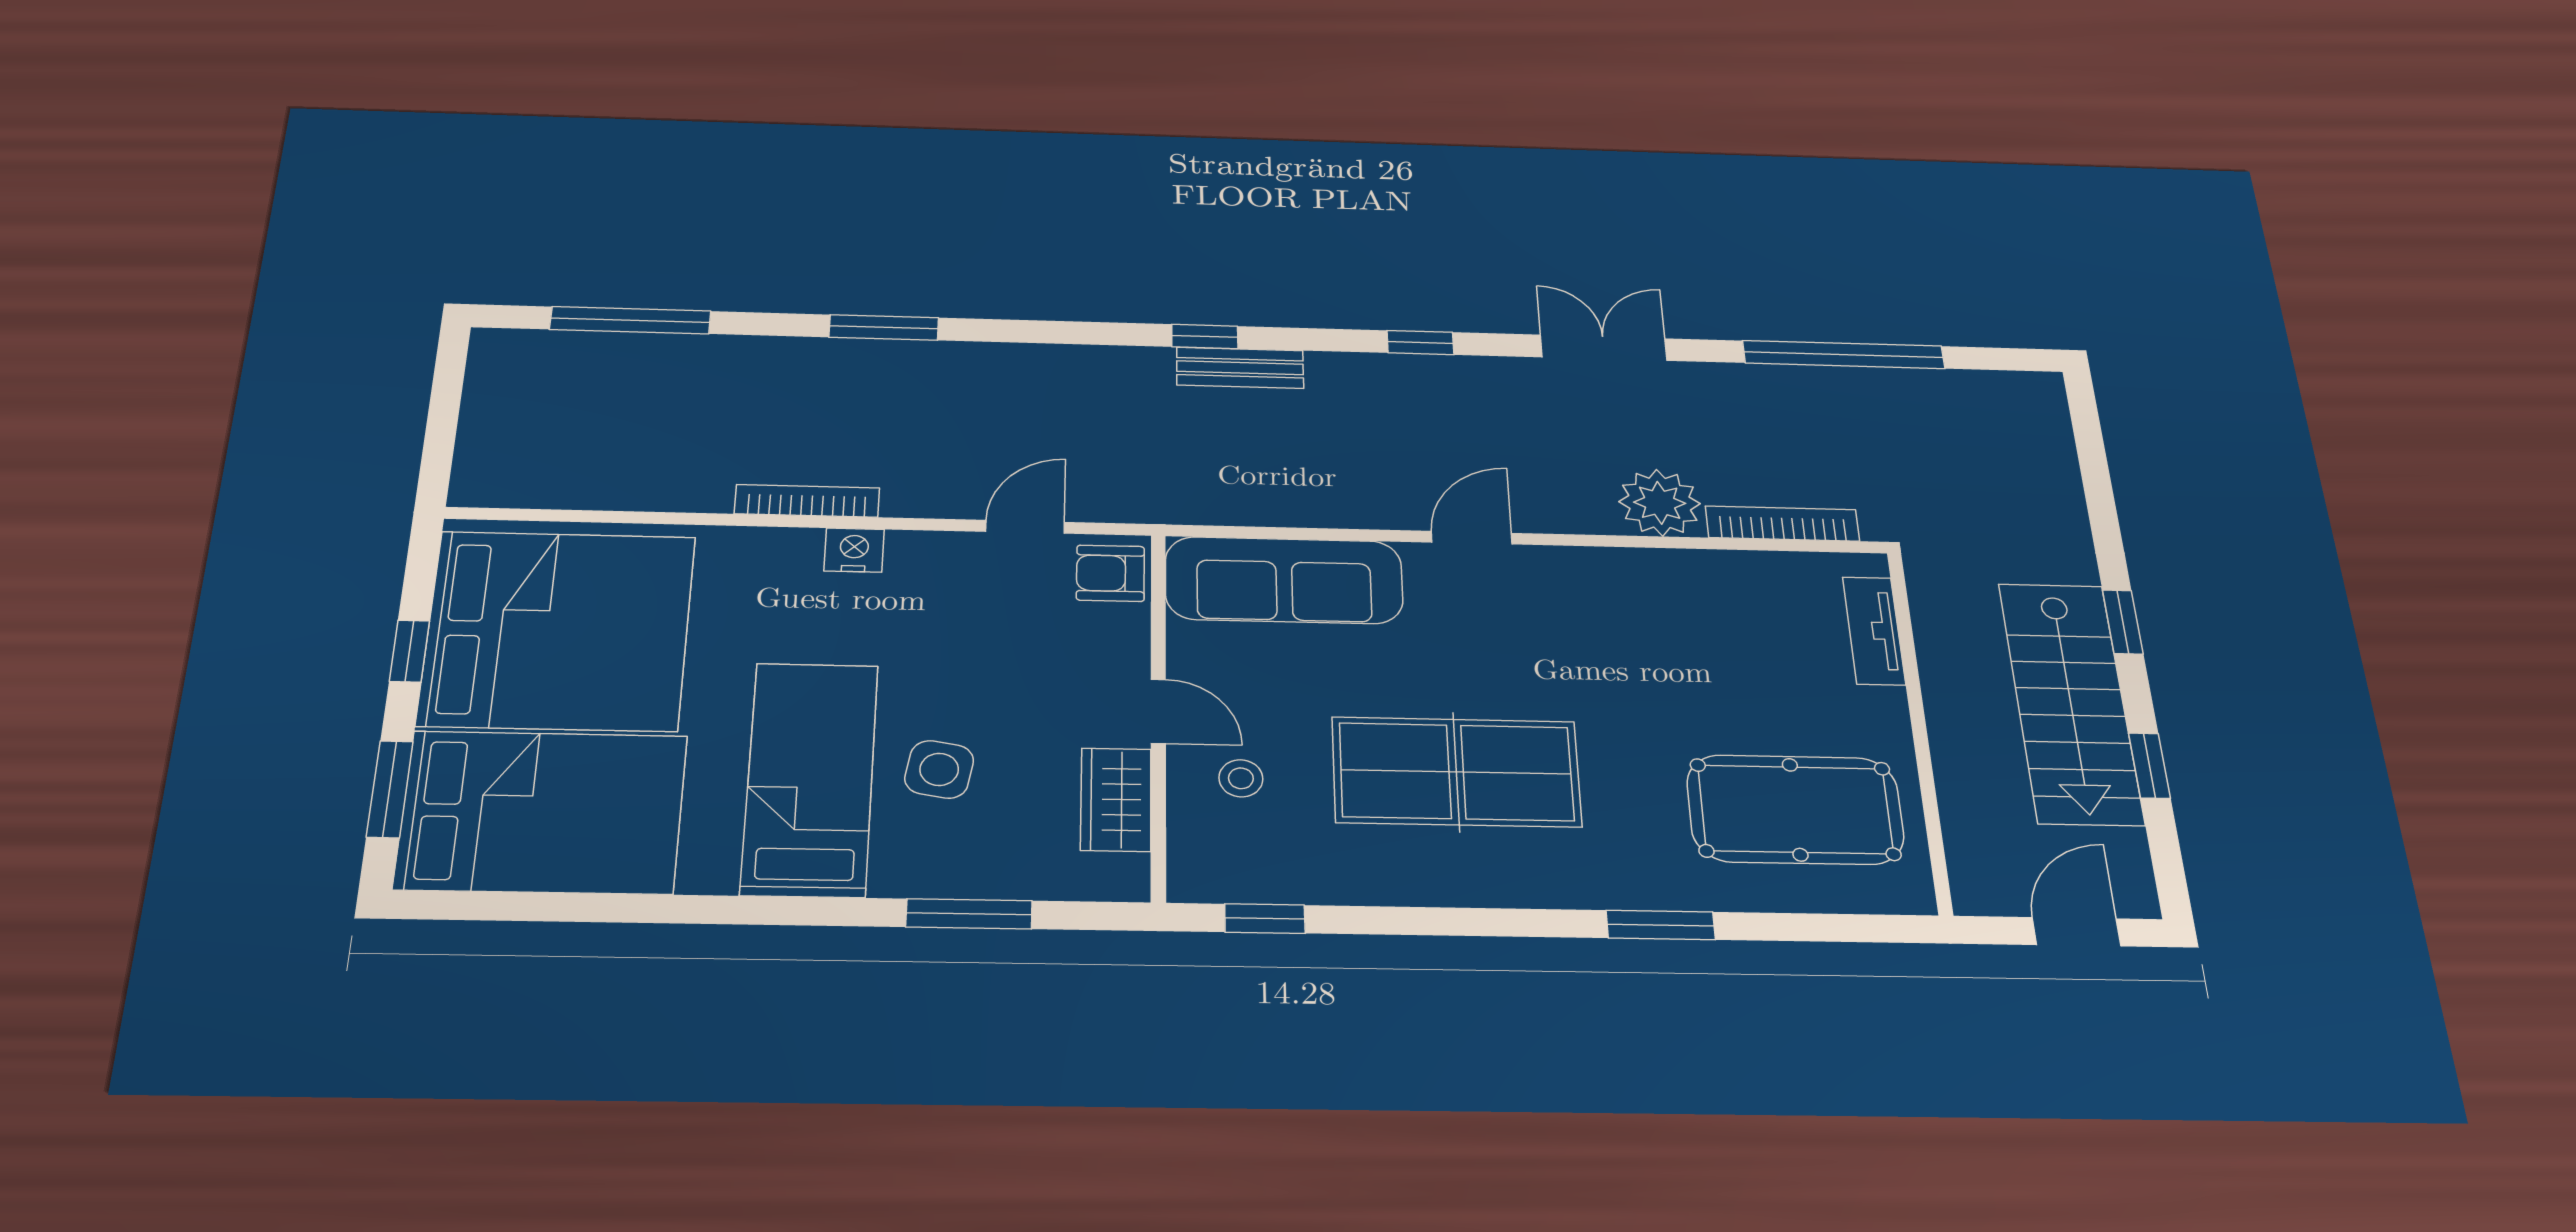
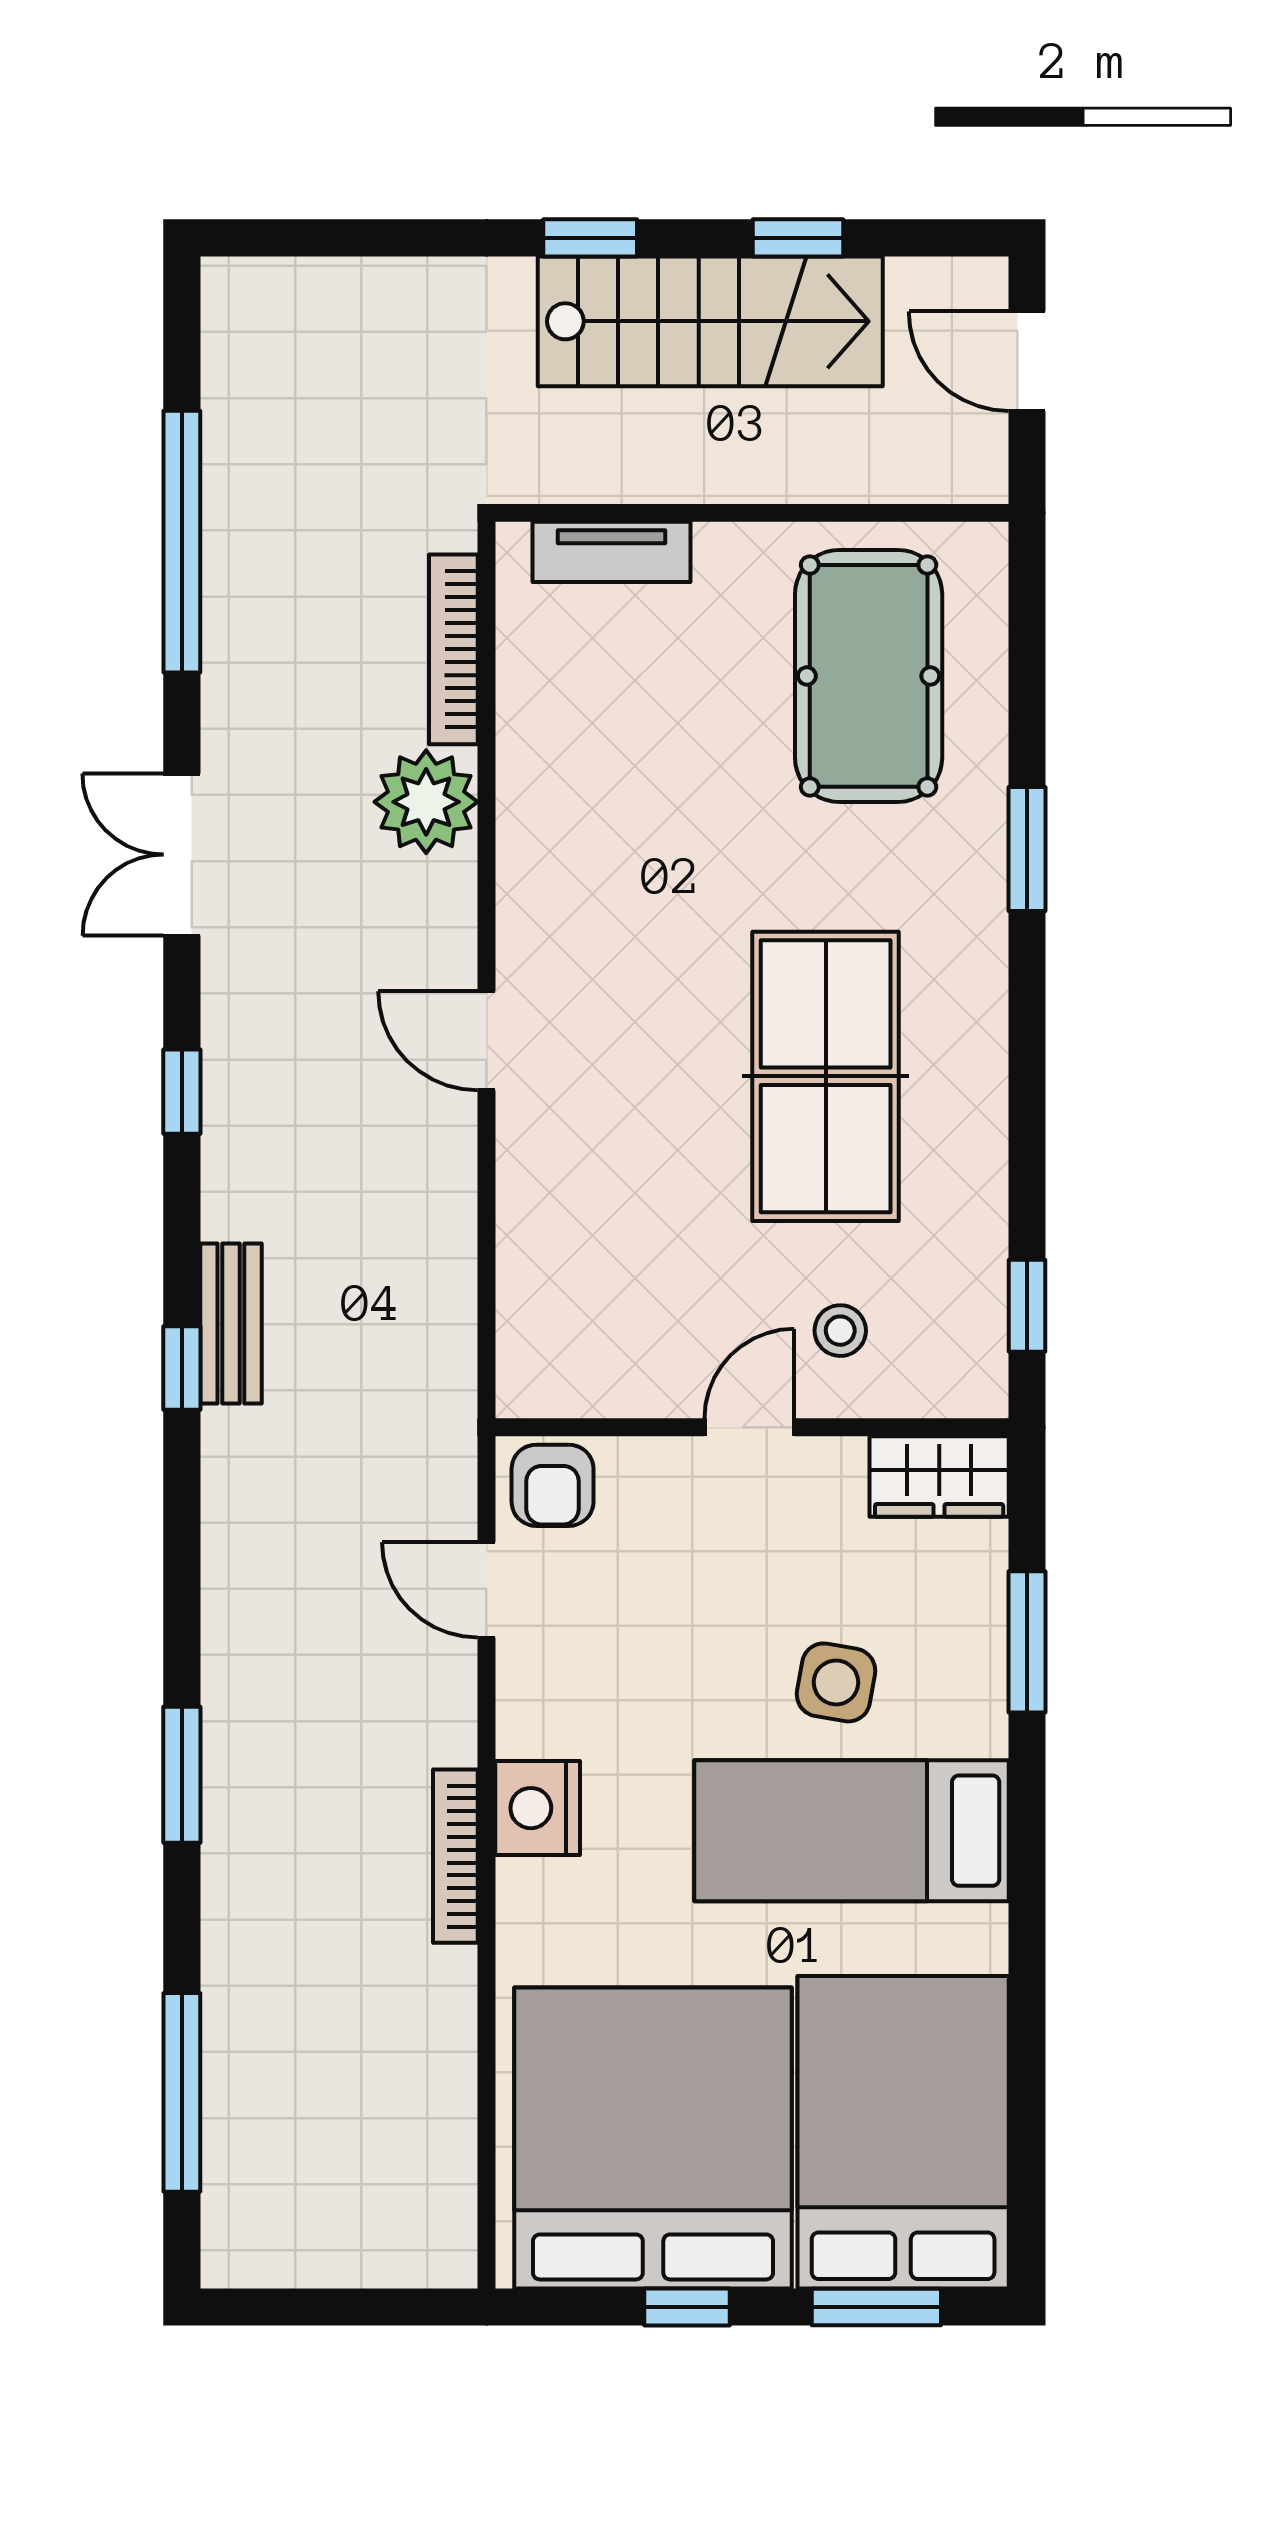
nightstand: (854, 550) -> (538, 1808), width x1.36, depth x1.33
sofa: (1284, 580) -> (557, 1274), removed
wardrobe: (1116, 800) -> (939, 1476), moved

